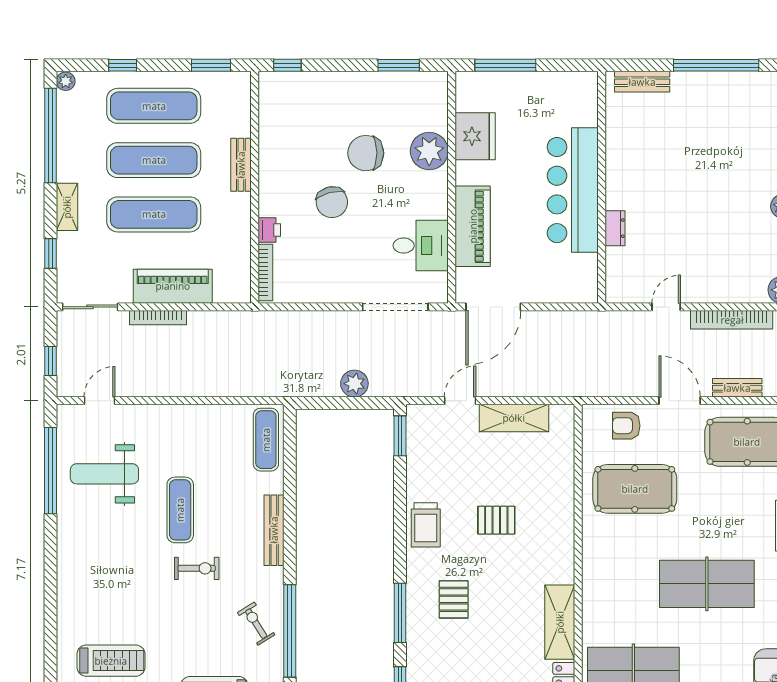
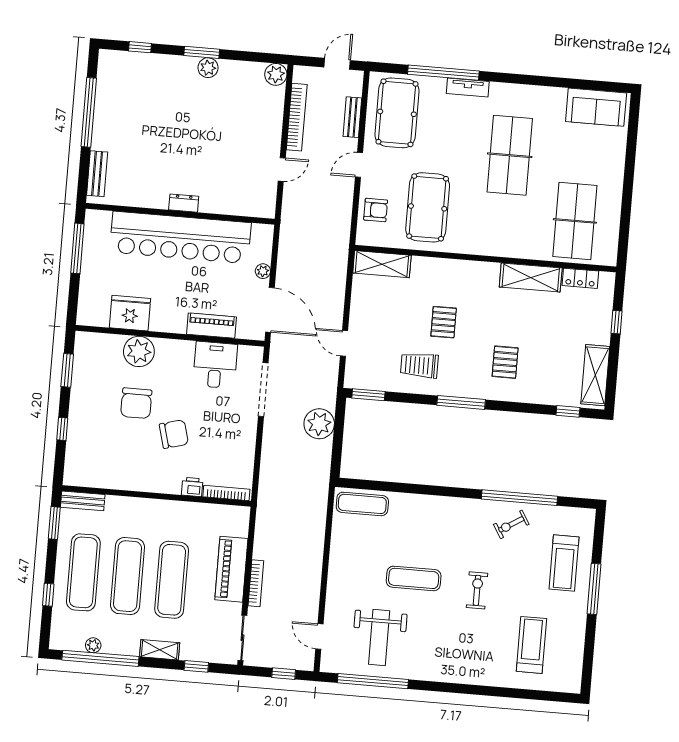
window: (287, 65) -> (62, 429), moved
window: (505, 65) -> (77, 248), moved
plant: (66, 81) -> (93, 645), moved
bench: (241, 165) -> (83, 501), moved
bar counter: (573, 190) -> (180, 237), width x1.36
piano: (473, 226) -> (212, 326), width x0.73, depth x0.75
dresser: (615, 228) -> (184, 203), moved
plant: (540, 294) -> (263, 271), added
door: (666, 307) -> (282, 169), swing flipped
plant: (354, 384) -> (319, 424), width x1.36, depth x1.36
door: (680, 401) -> (359, 165), width x0.73
shelving: (514, 418) -> (382, 264), moved, turned 90
armchair: (626, 426) -> (376, 210), turned -90
trolley: (426, 525) -> (419, 365), moved, turned 180
bench: (274, 530) -> (437, 504), removed
exercise bike: (197, 568) -> (477, 590), moved
pallet: (454, 599) -> (505, 362), turned 90
window: (400, 613) -> (461, 402), moved

